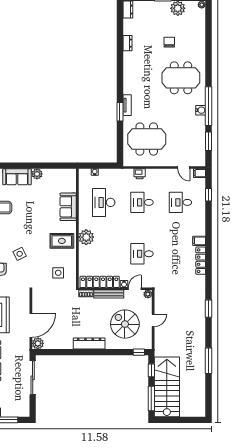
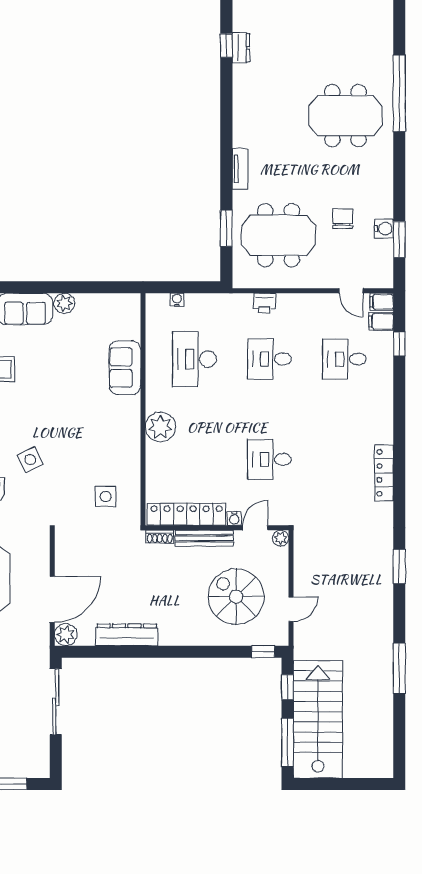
window: (120, 42) -> (226, 46), added
chair: (169, 42) -> (343, 219), moved
window: (209, 106) -> (399, 93), moved
water cooler: (201, 110) -> (384, 229), moved
window: (120, 112) -> (226, 228), moved
rug: (62, 241) -> (113, 434), removed
filing cabinet: (199, 241) -> (381, 321), moved
door: (153, 320) -> (291, 609), moved
dresser: (89, 344) -> (127, 635), moved

